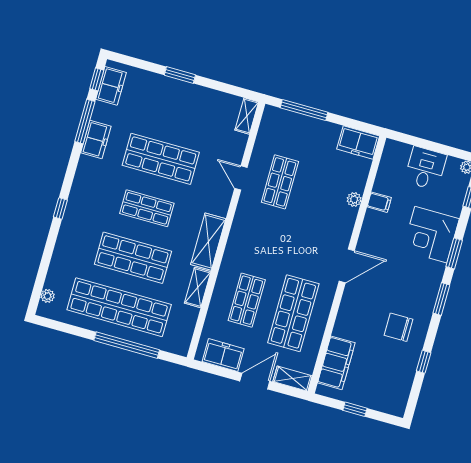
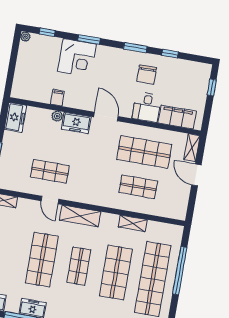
desk: (425, 168) -> (147, 107), moved, turned -90
door: (241, 178) -> (50, 200), hinge flipped
shelving: (208, 242) -> (80, 216), moved
window: (441, 299) -> (135, 48), moved
freezer: (223, 355) -> (76, 123), moved, turned -90
window: (355, 409) -> (212, 87), moved

